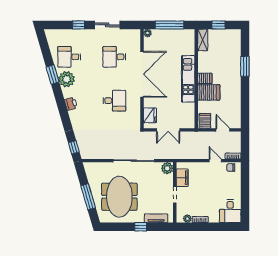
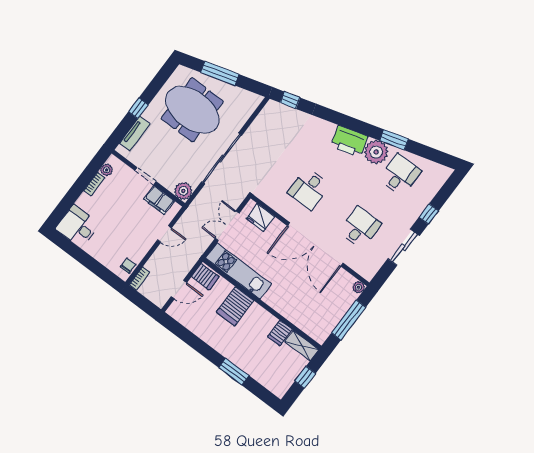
server rack: (205, 78) -> (280, 333), moved
kitchen unit: (188, 79) -> (239, 271), moved
printer: (71, 104) -> (349, 141), width x1.87, depth x1.48
door: (215, 161) -> (164, 234), moved

